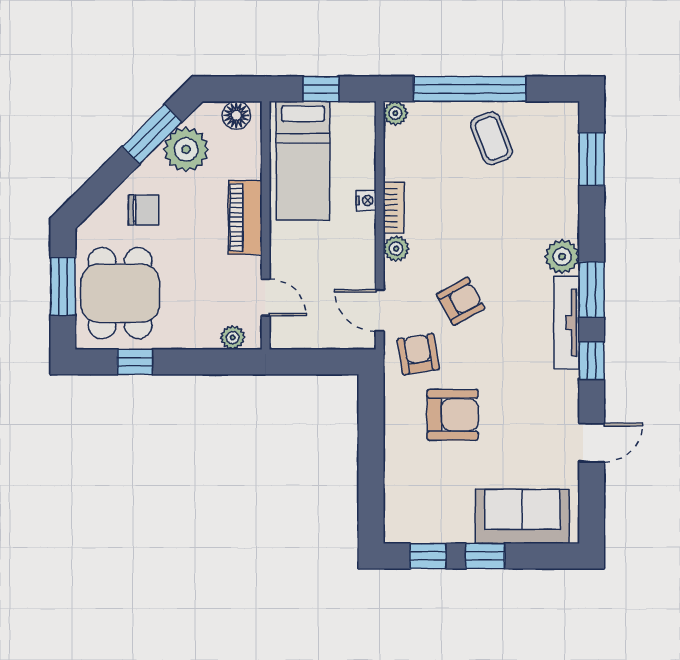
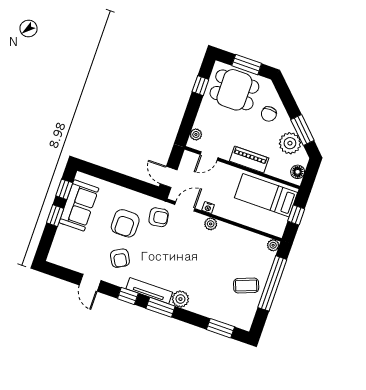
nightstand: (366, 201) -> (208, 208), moved
bookcase: (394, 208) -> (230, 229), removed
armchair: (461, 301) -> (120, 258), moved
door: (333, 362) -> (169, 177), added
sofa: (522, 516) -> (79, 205), moved

